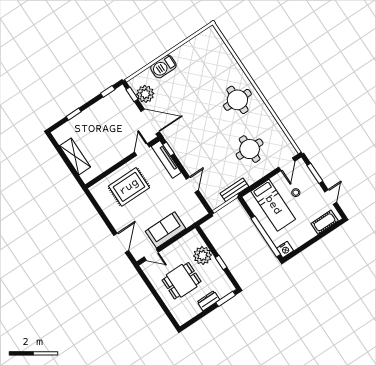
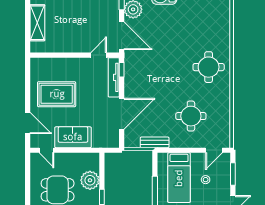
door: (192, 185) -> (122, 114), width x1.87
rug: (129, 187) -> (57, 94), moved
door: (121, 243) -> (28, 123), hinge flipped

